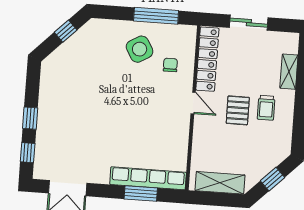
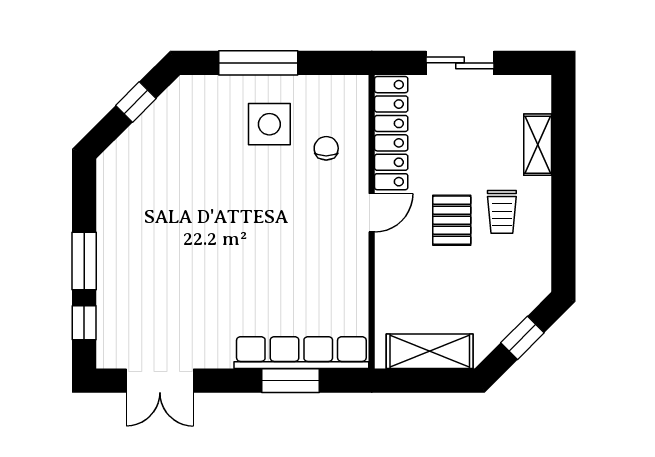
window: (156, 16) -> (258, 63), moved
side table: (140, 49) -> (269, 124), turned 30
door: (193, 103) -> (372, 213), hinge flipped
window: (30, 118) -> (84, 261), width x1.50

